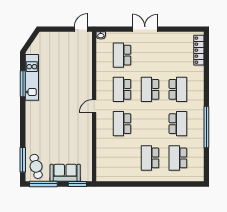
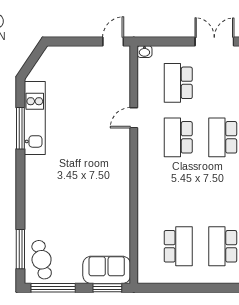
door: (94, 106) -> (134, 118), moved
school desk: (122, 124) -> (178, 246), moved, turned 180
sofa: (65, 173) -> (107, 270), moved

